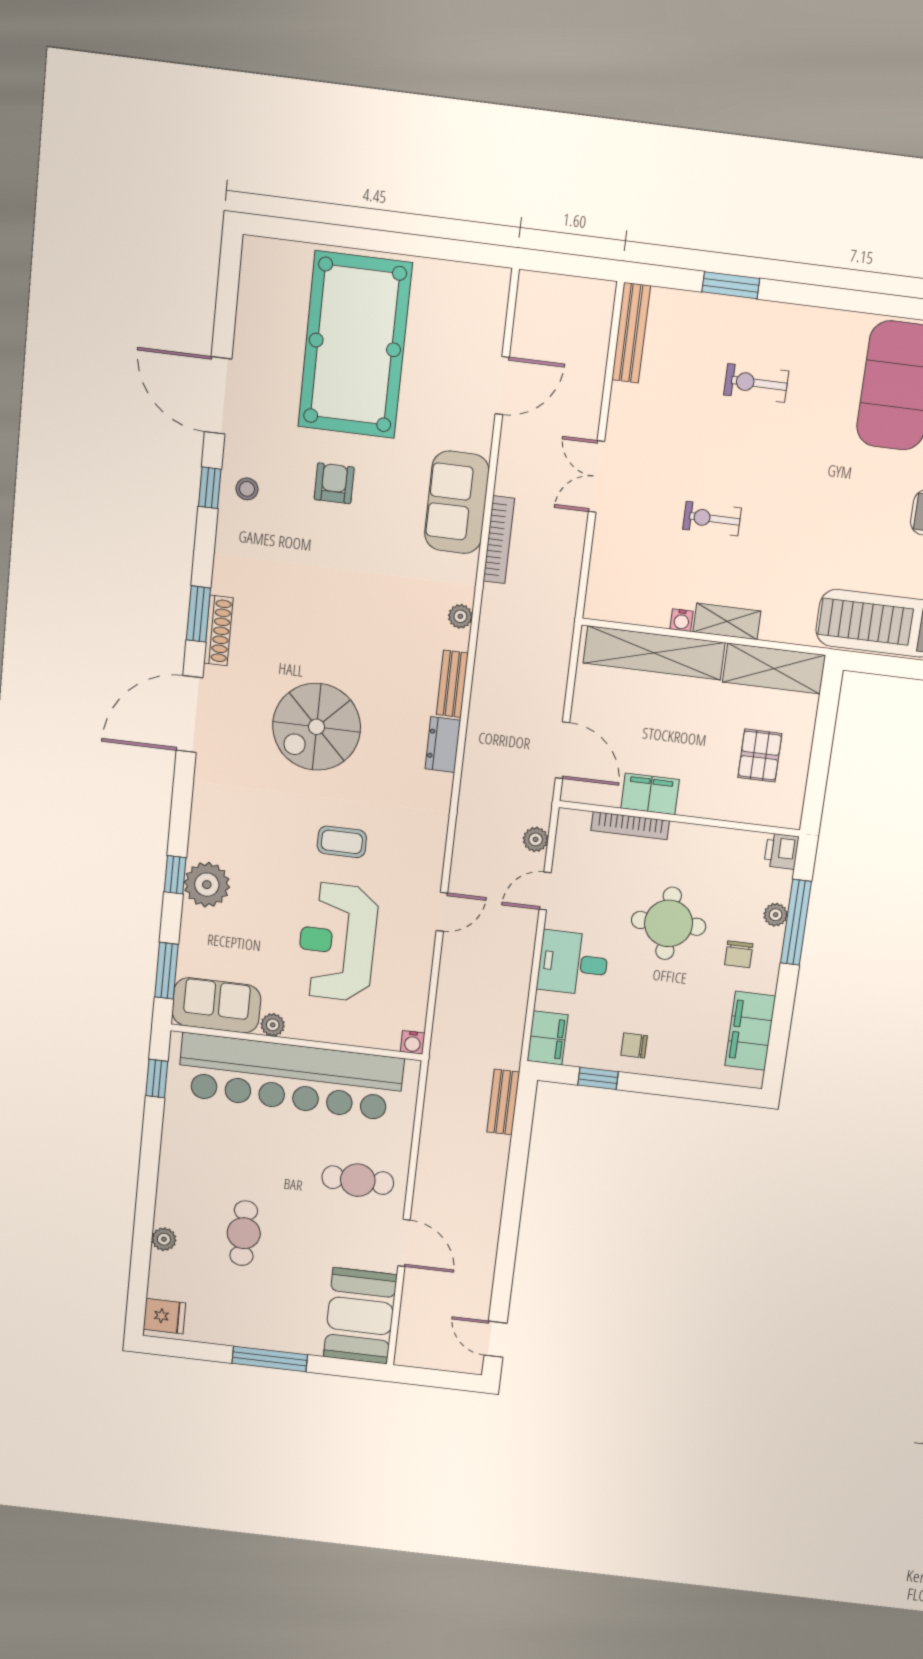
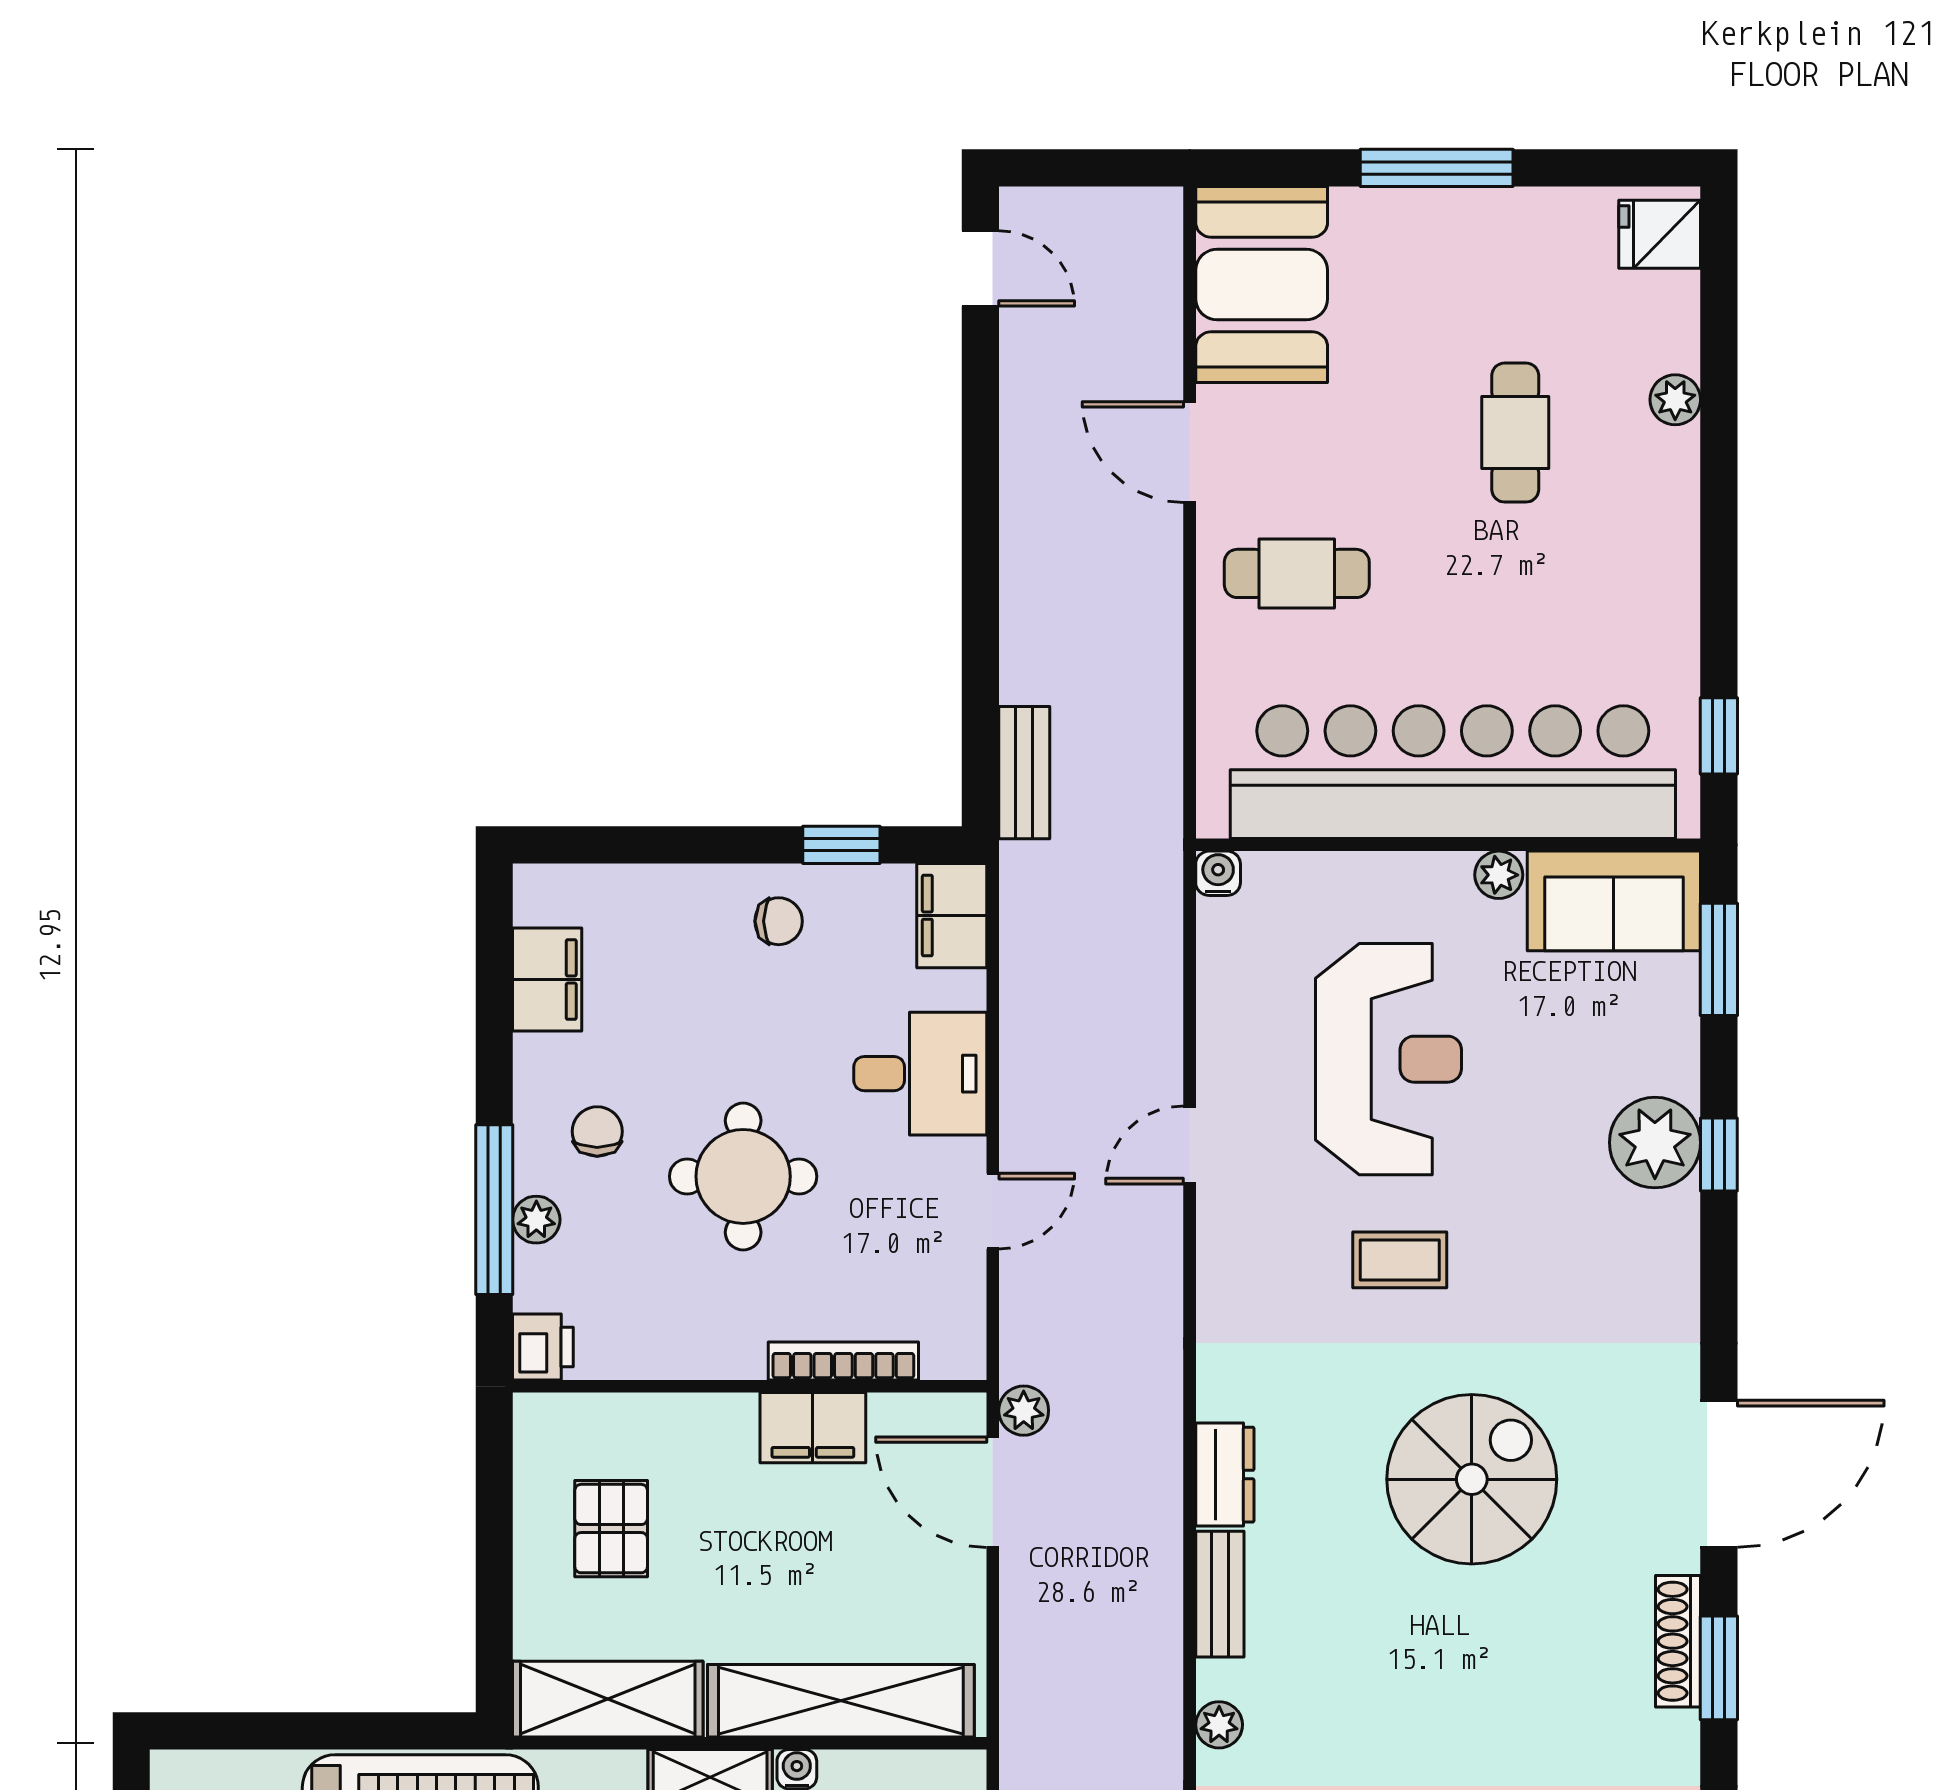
plant: (536, 839) -> (1024, 1411), moved
filing cabinet: (750, 1031) -> (547, 980), width x0.67, depth x0.86

